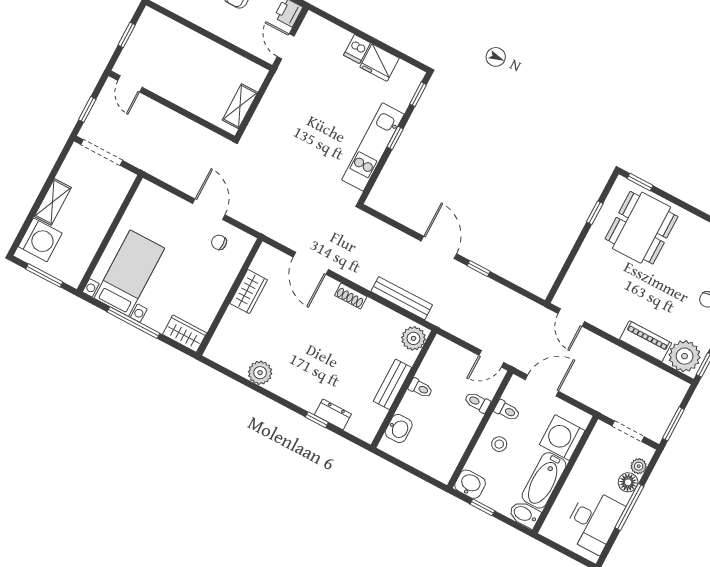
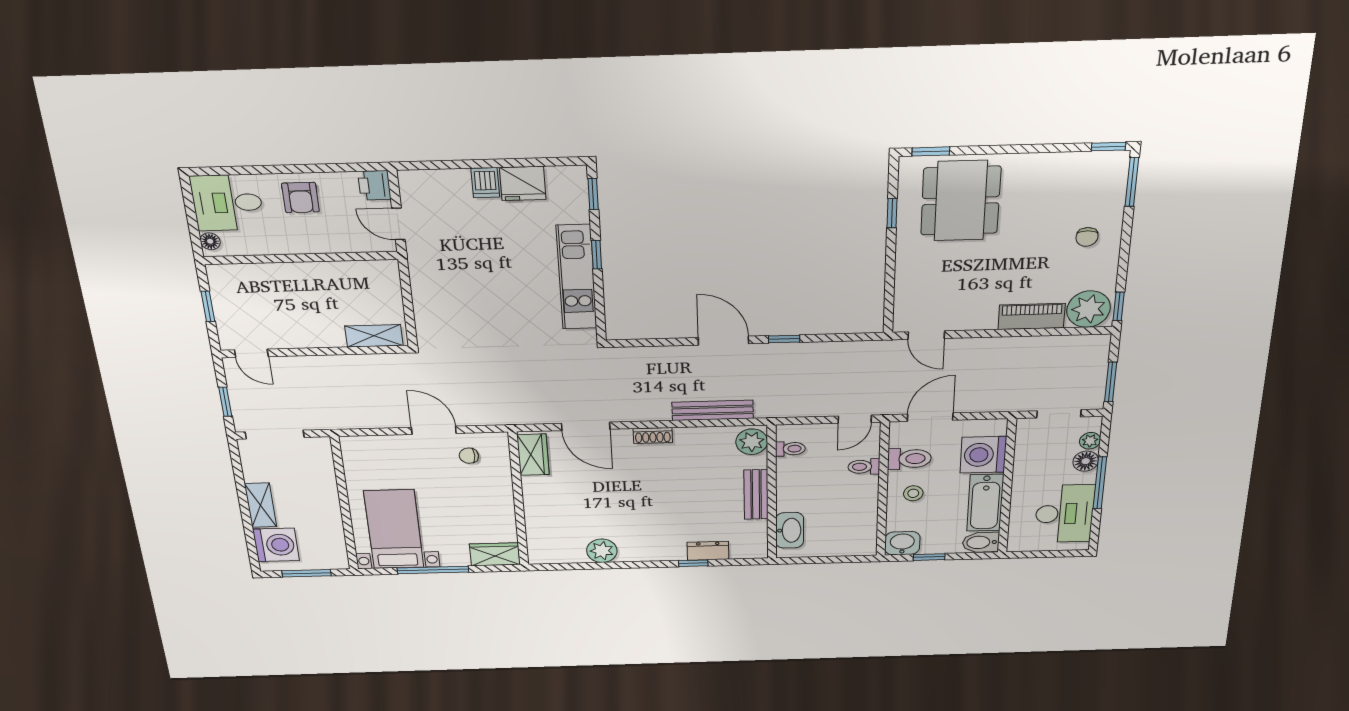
shelving: (240, 106) -> (374, 336), moved, turned 90
wardrobe: (249, 292) -> (533, 455), moved
toilet: (421, 388) -> (790, 449), moved
toilet: (507, 411) -> (909, 459), width x1.37, depth x1.39
washbasin: (399, 429) -> (790, 530), width x1.38

